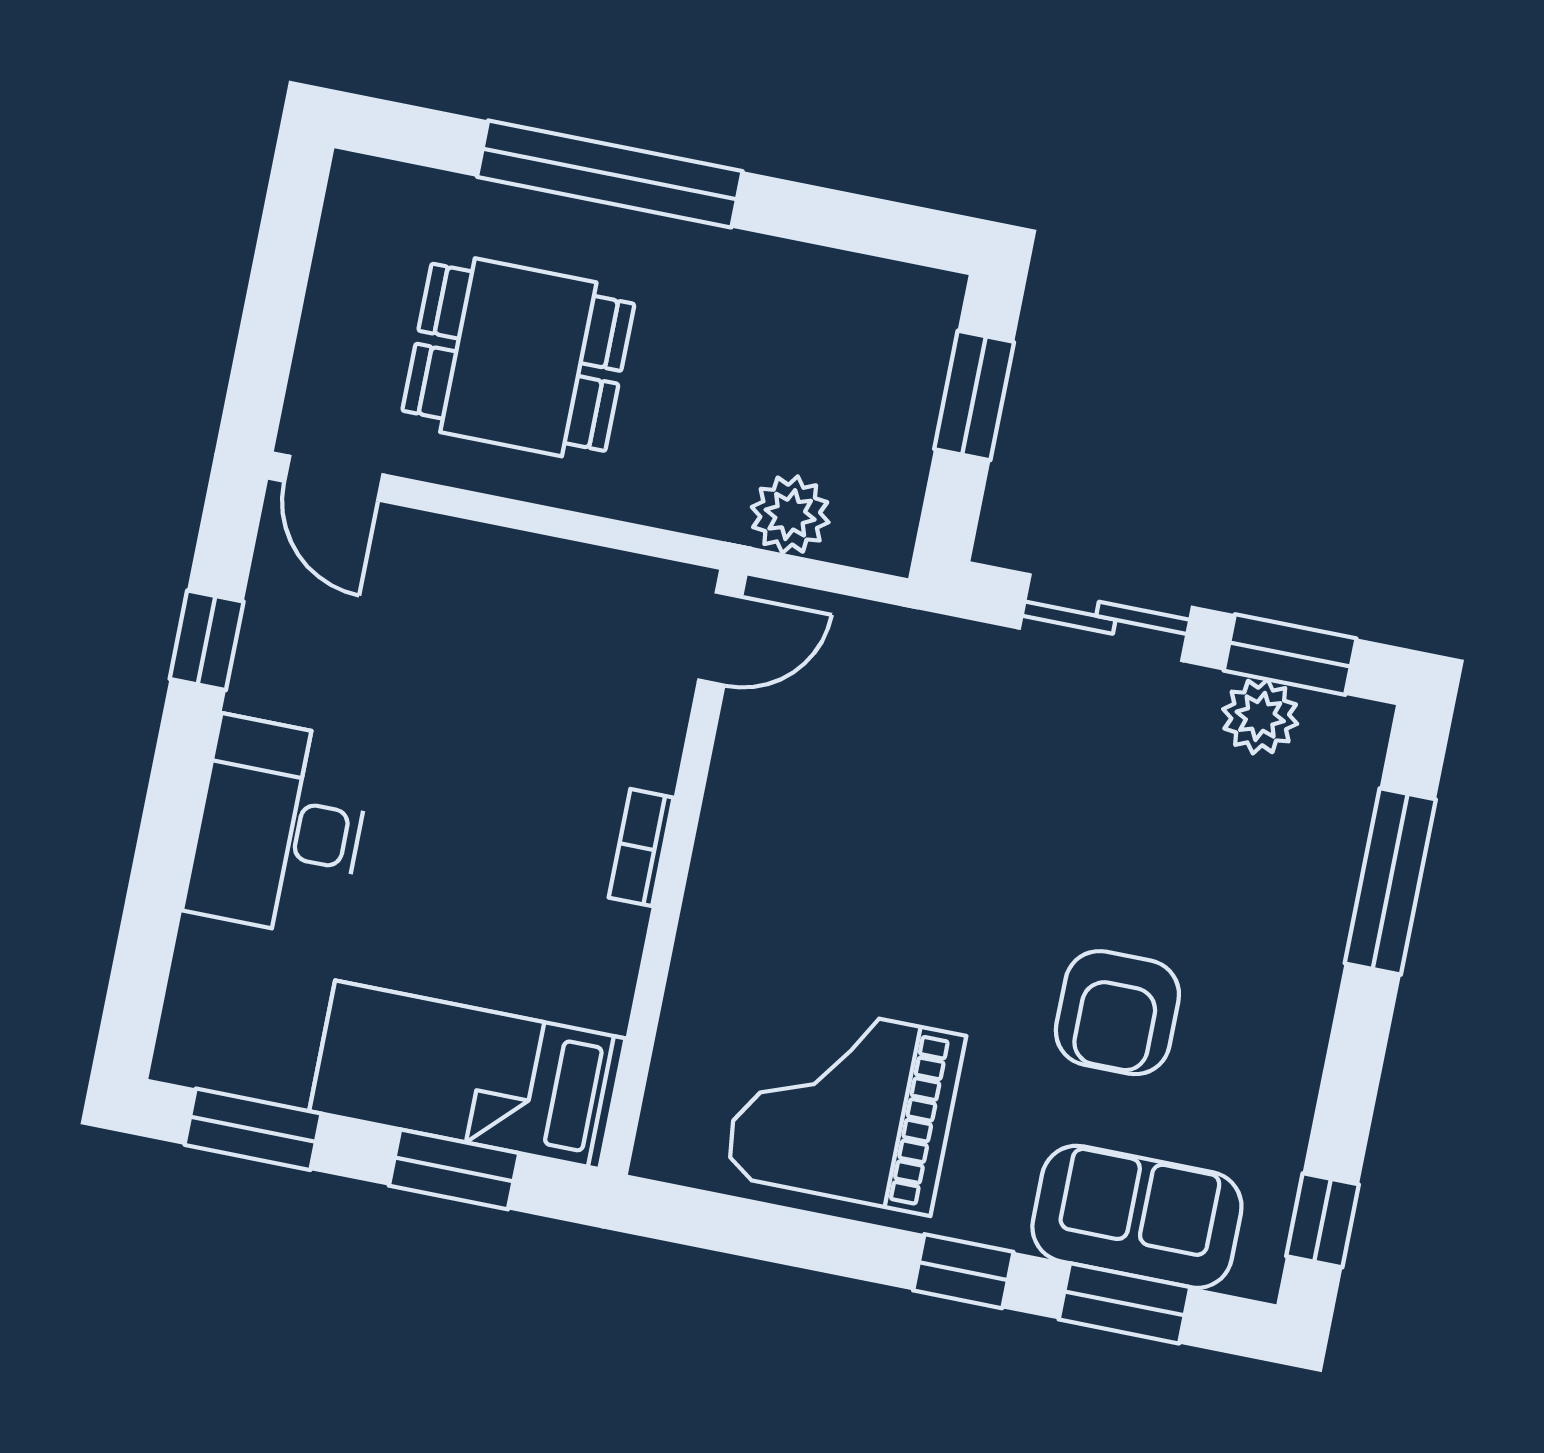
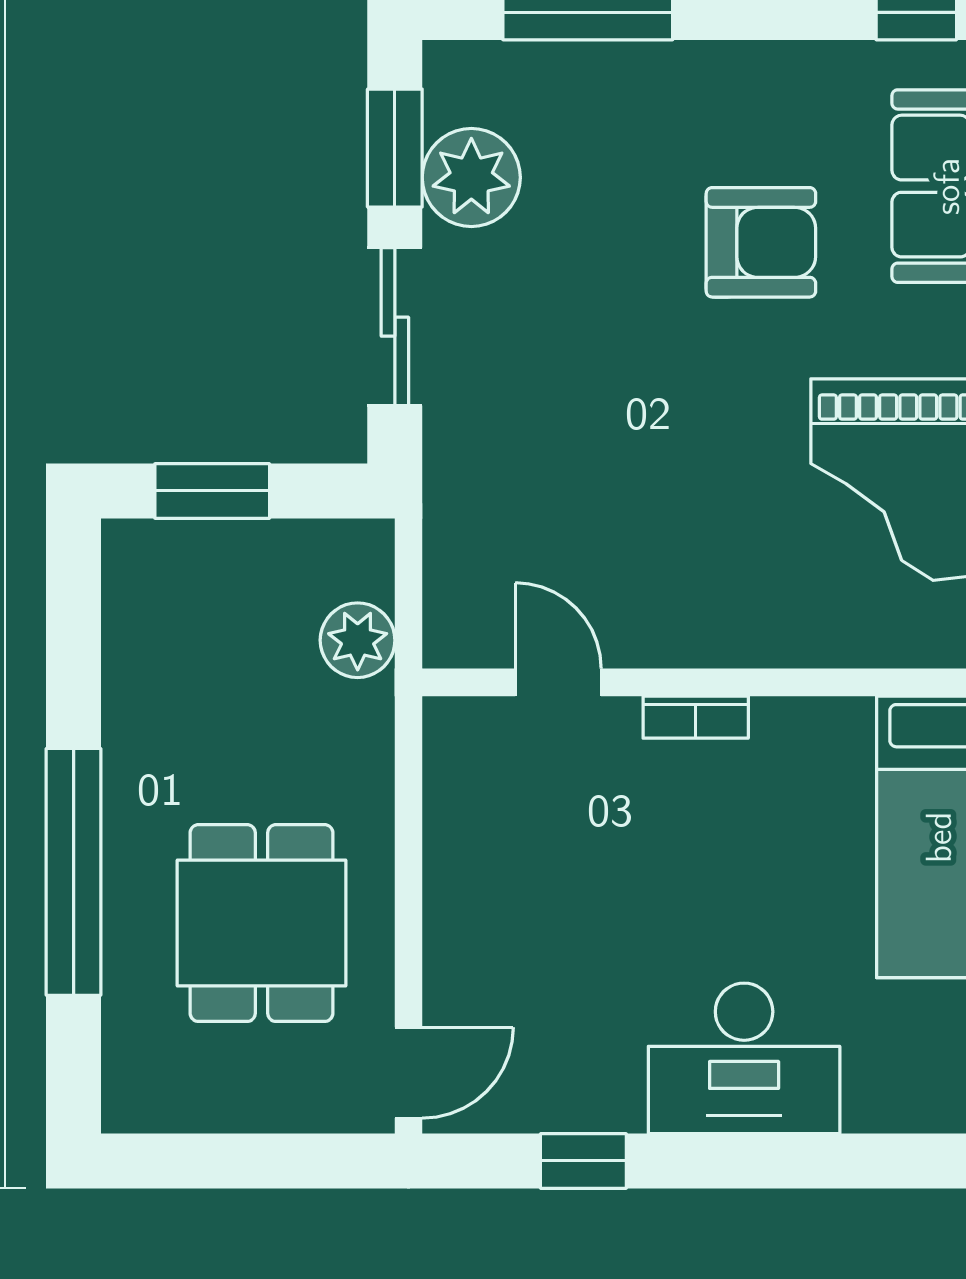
door: (720, 639) -> (558, 682), moved
plant: (1260, 716) -> (471, 177), width x1.36, depth x1.36

